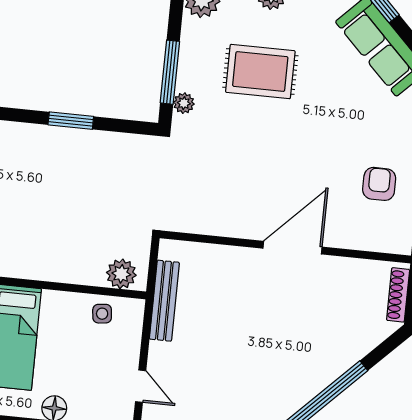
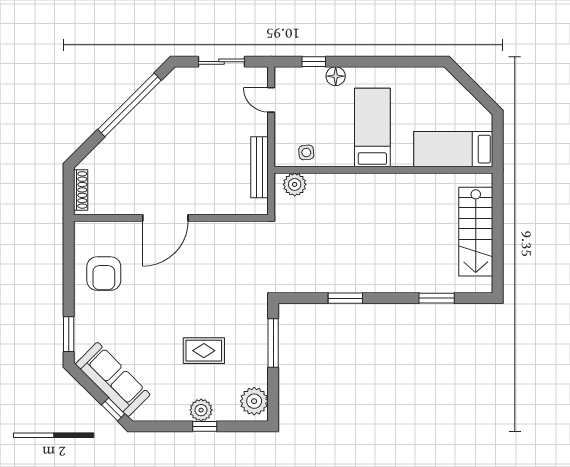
rug: (260, 71) -> (204, 351), width x0.73, depth x0.70
plant: (184, 103) -> (260, 320), removed
armchair: (379, 184) -> (104, 274), width x1.38, depth x1.38

